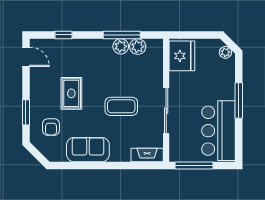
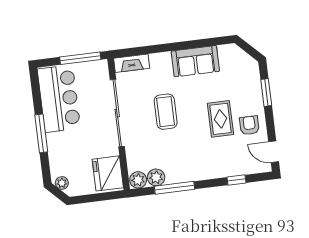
plant: (121, 46) -> (138, 180), moved
coffee table: (121, 106) -> (166, 112), turned 90
sliding door: (166, 111) -> (117, 113), width x1.36
armchair: (51, 127) -> (249, 125), moved

